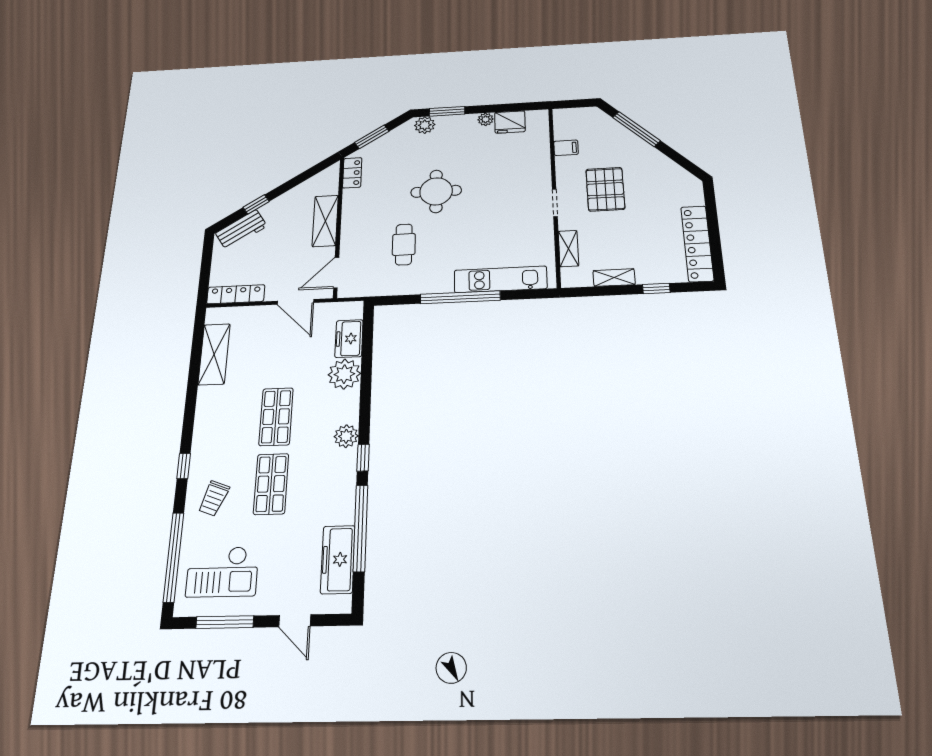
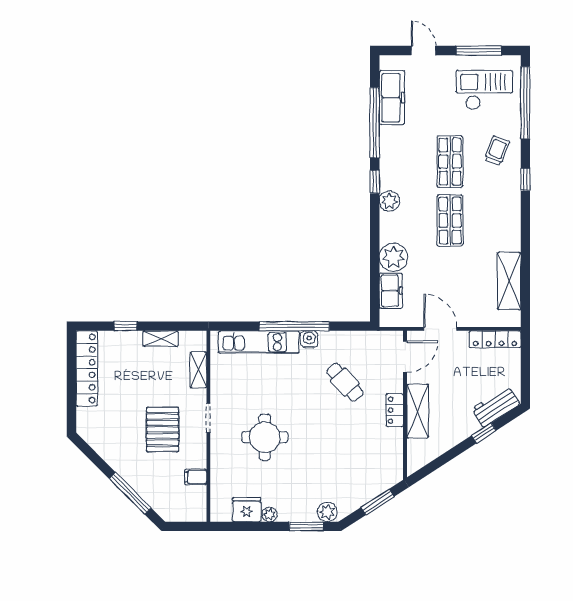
locker: (352, 173) -> (395, 410), moved
round table: (436, 191) -> (265, 437), moved
cafe table: (404, 244) -> (345, 382), turned -42
water cooler: (443, 285) -> (309, 339), added

